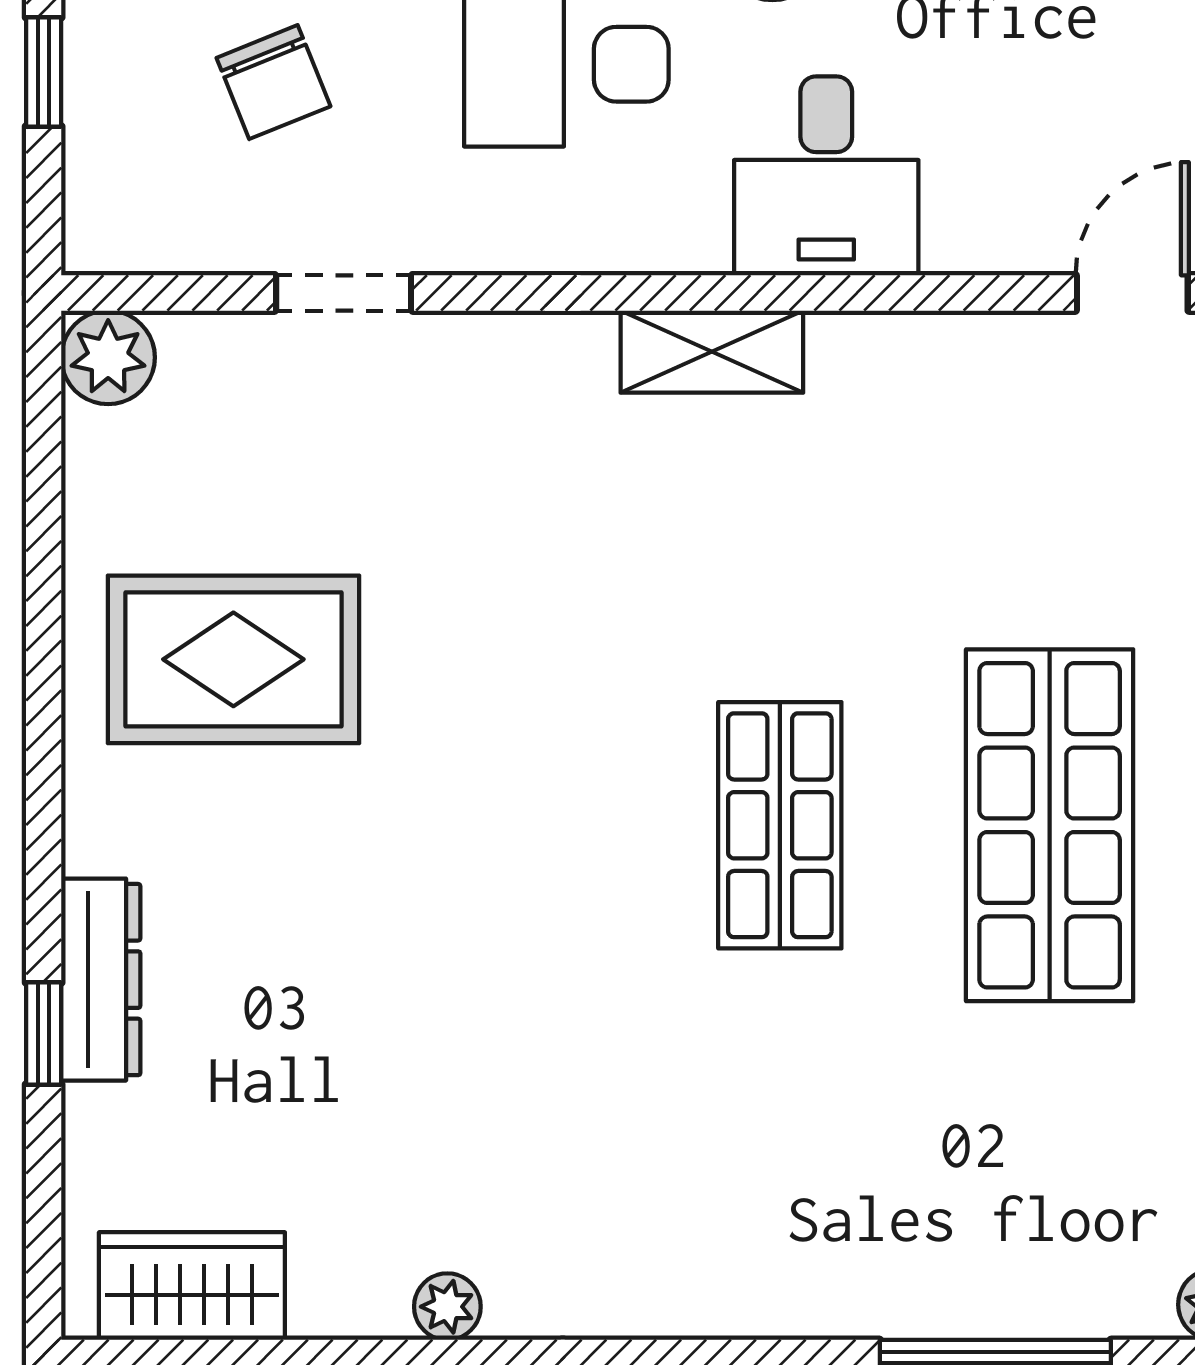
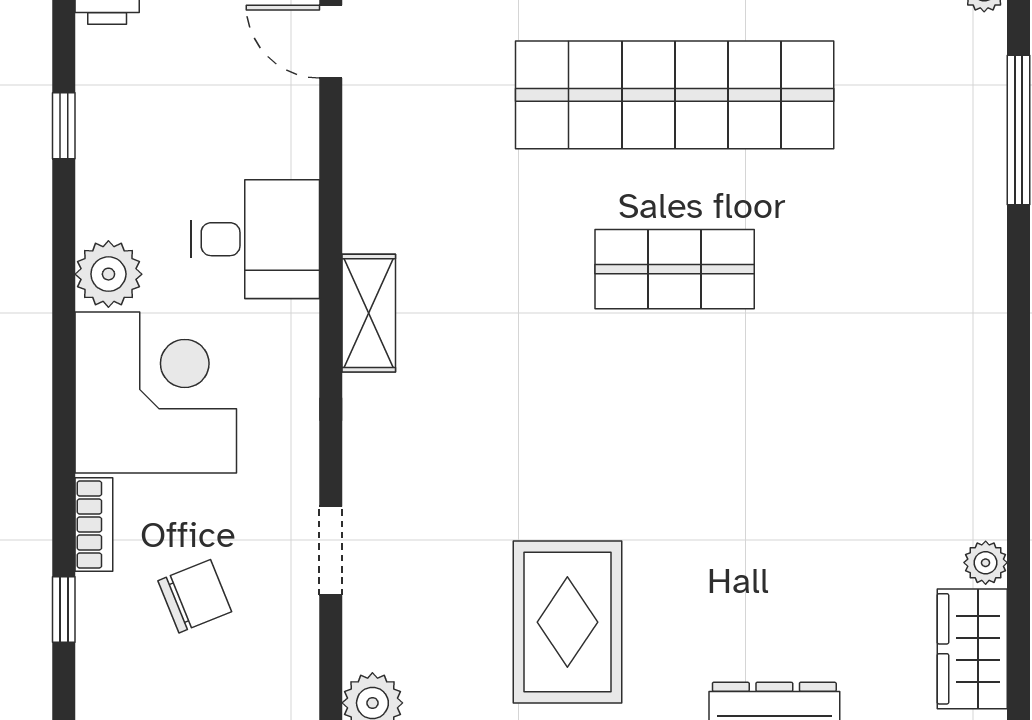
shop shelf: (1050, 825) -> (675, 95), width x1.40
plant: (447, 1307) -> (986, 563), moved

